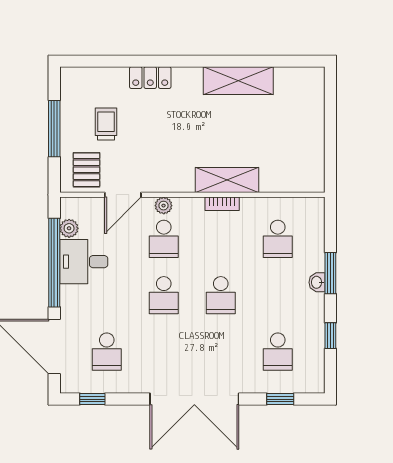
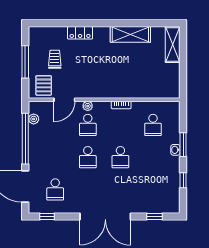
shelving: (227, 180) -> (173, 45), moved, turned 90
desk: (84, 262) -> (42, 138), removed
school desk: (278, 352) -> (153, 189), removed

